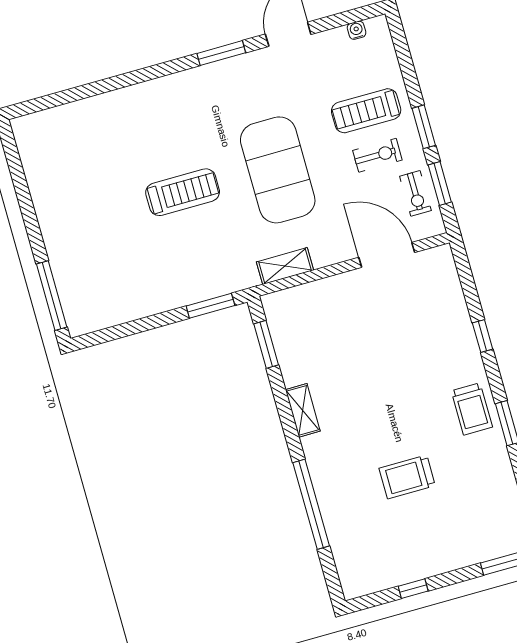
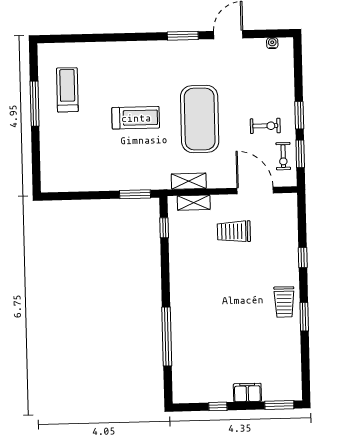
treadmill: (366, 111) -> (67, 90), moved, turned 90
window: (52, 296) -> (35, 104), moved
window: (266, 344) -> (164, 228), width x0.67
shelving: (303, 410) -> (194, 203), moved, turned 90
trolley: (407, 477) -> (234, 232), moved
filing cabinet: (452, 557) -> (247, 393), added

